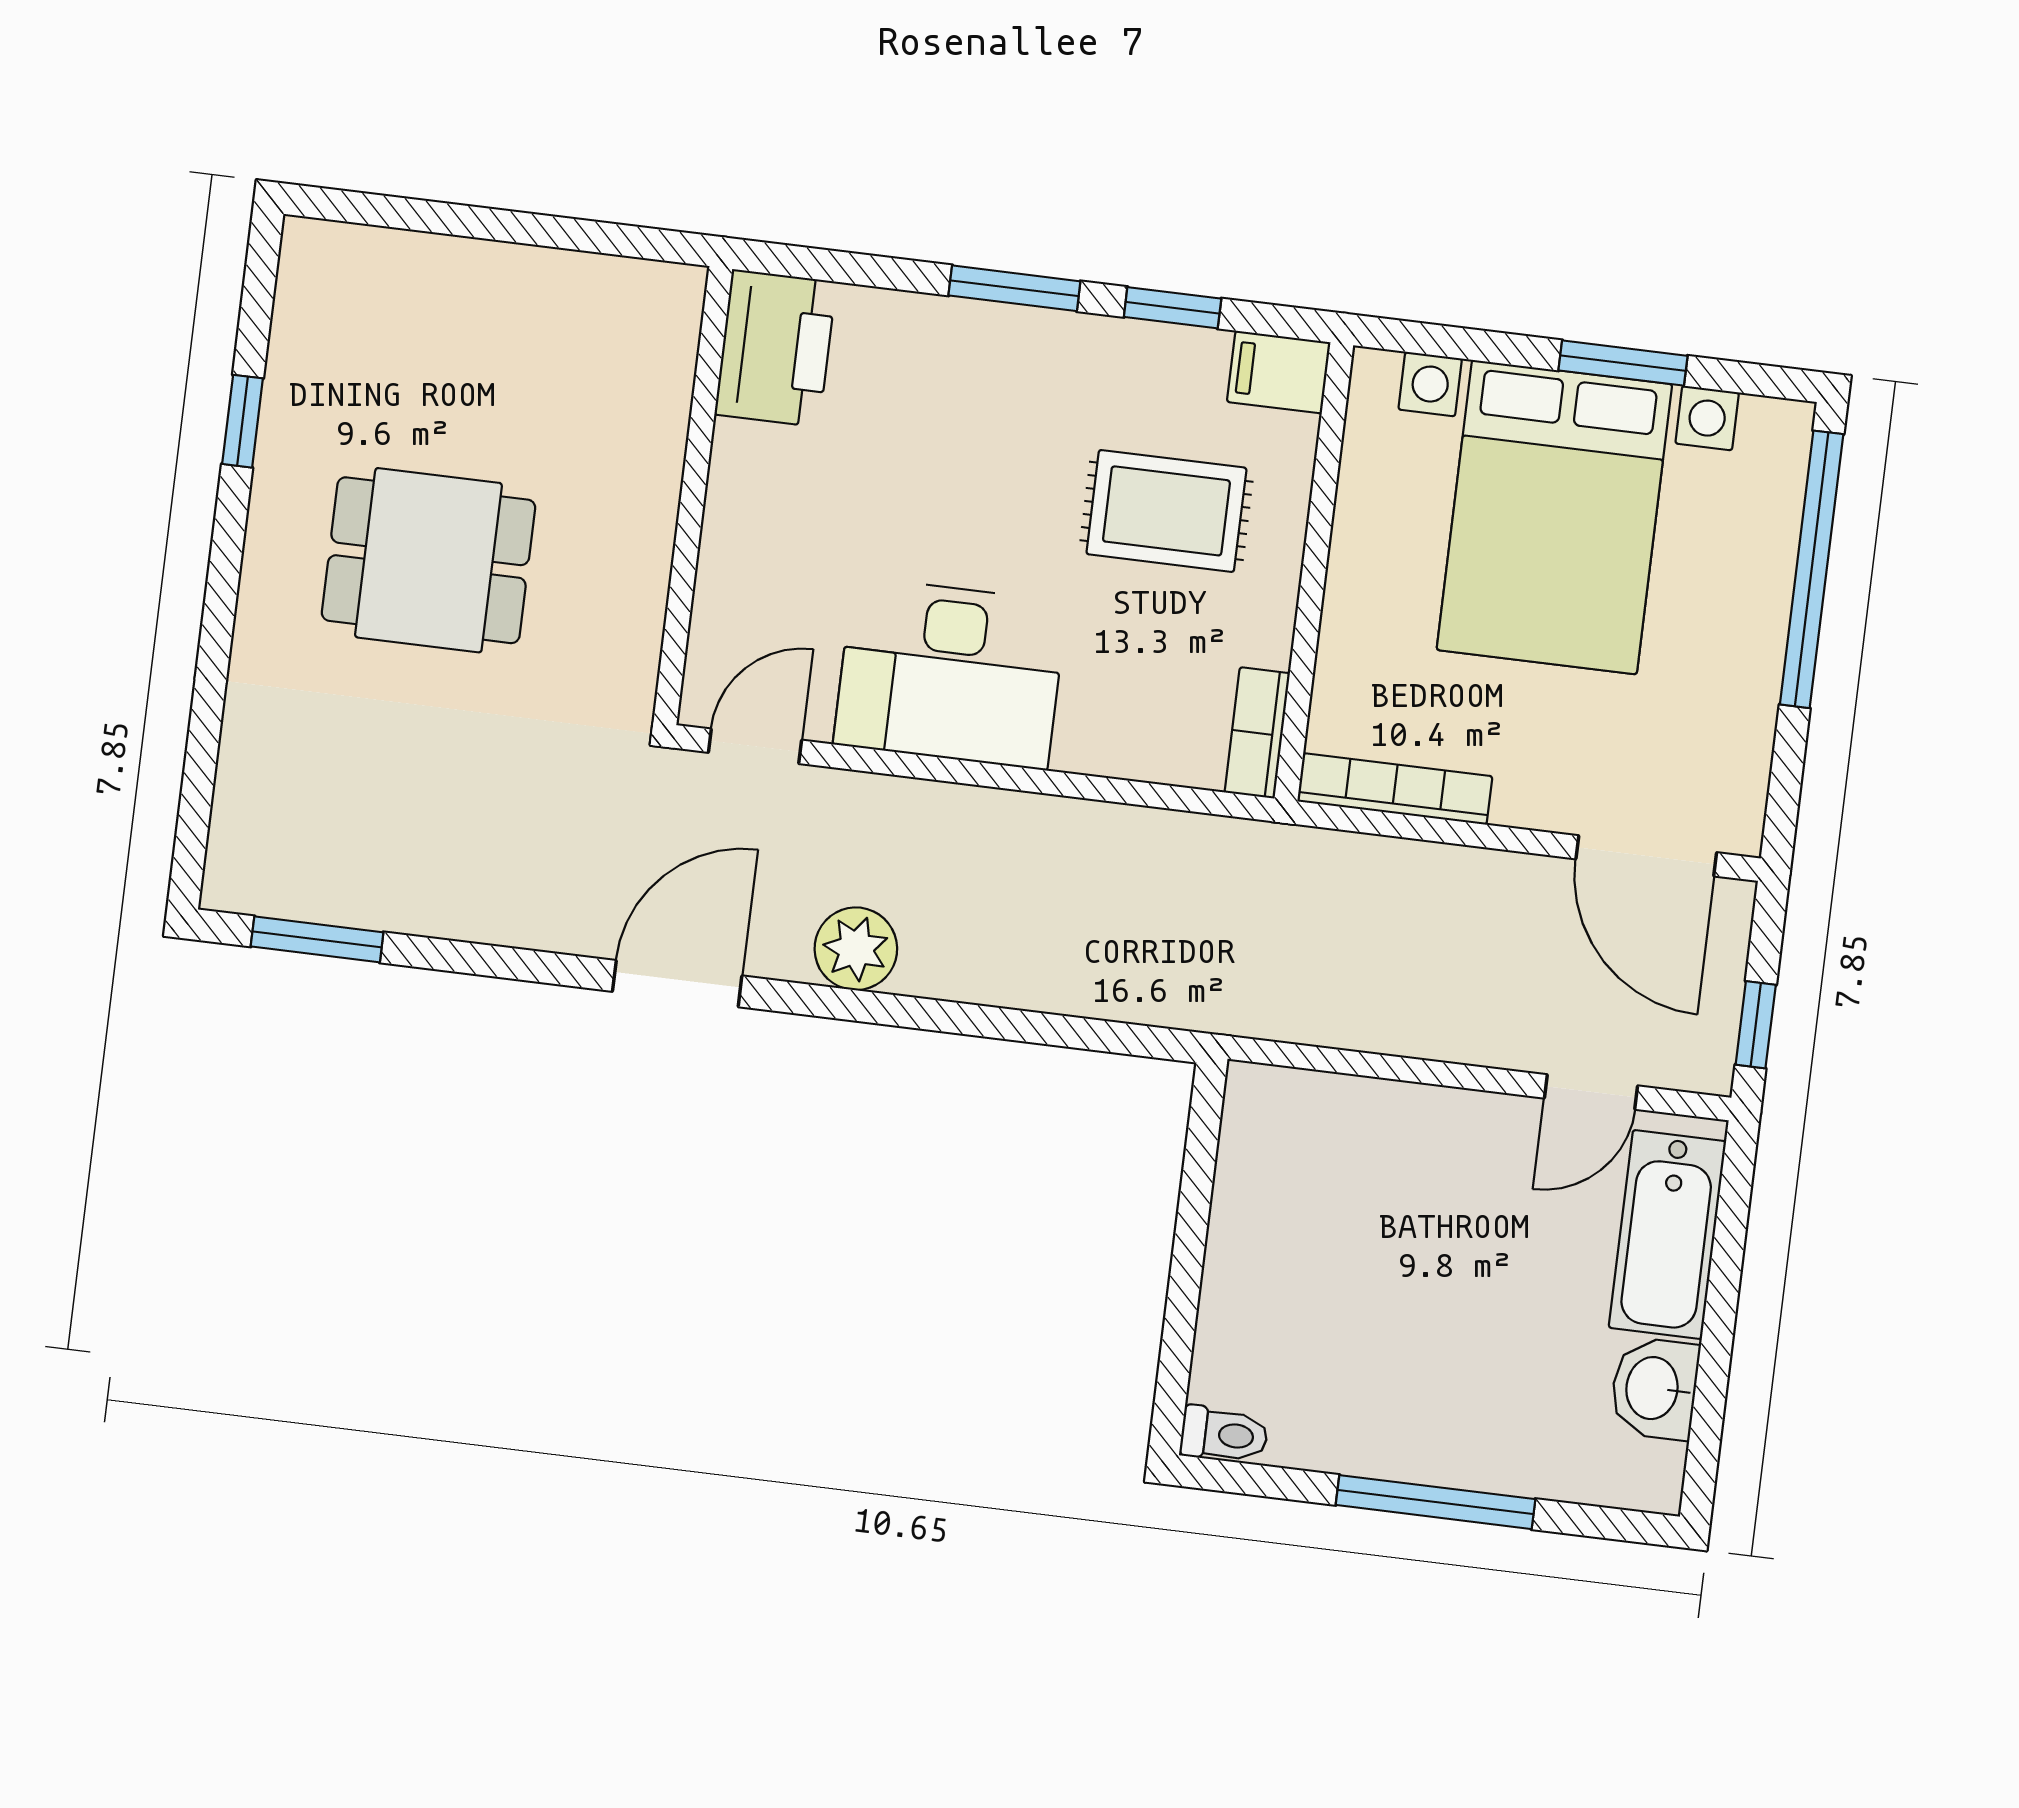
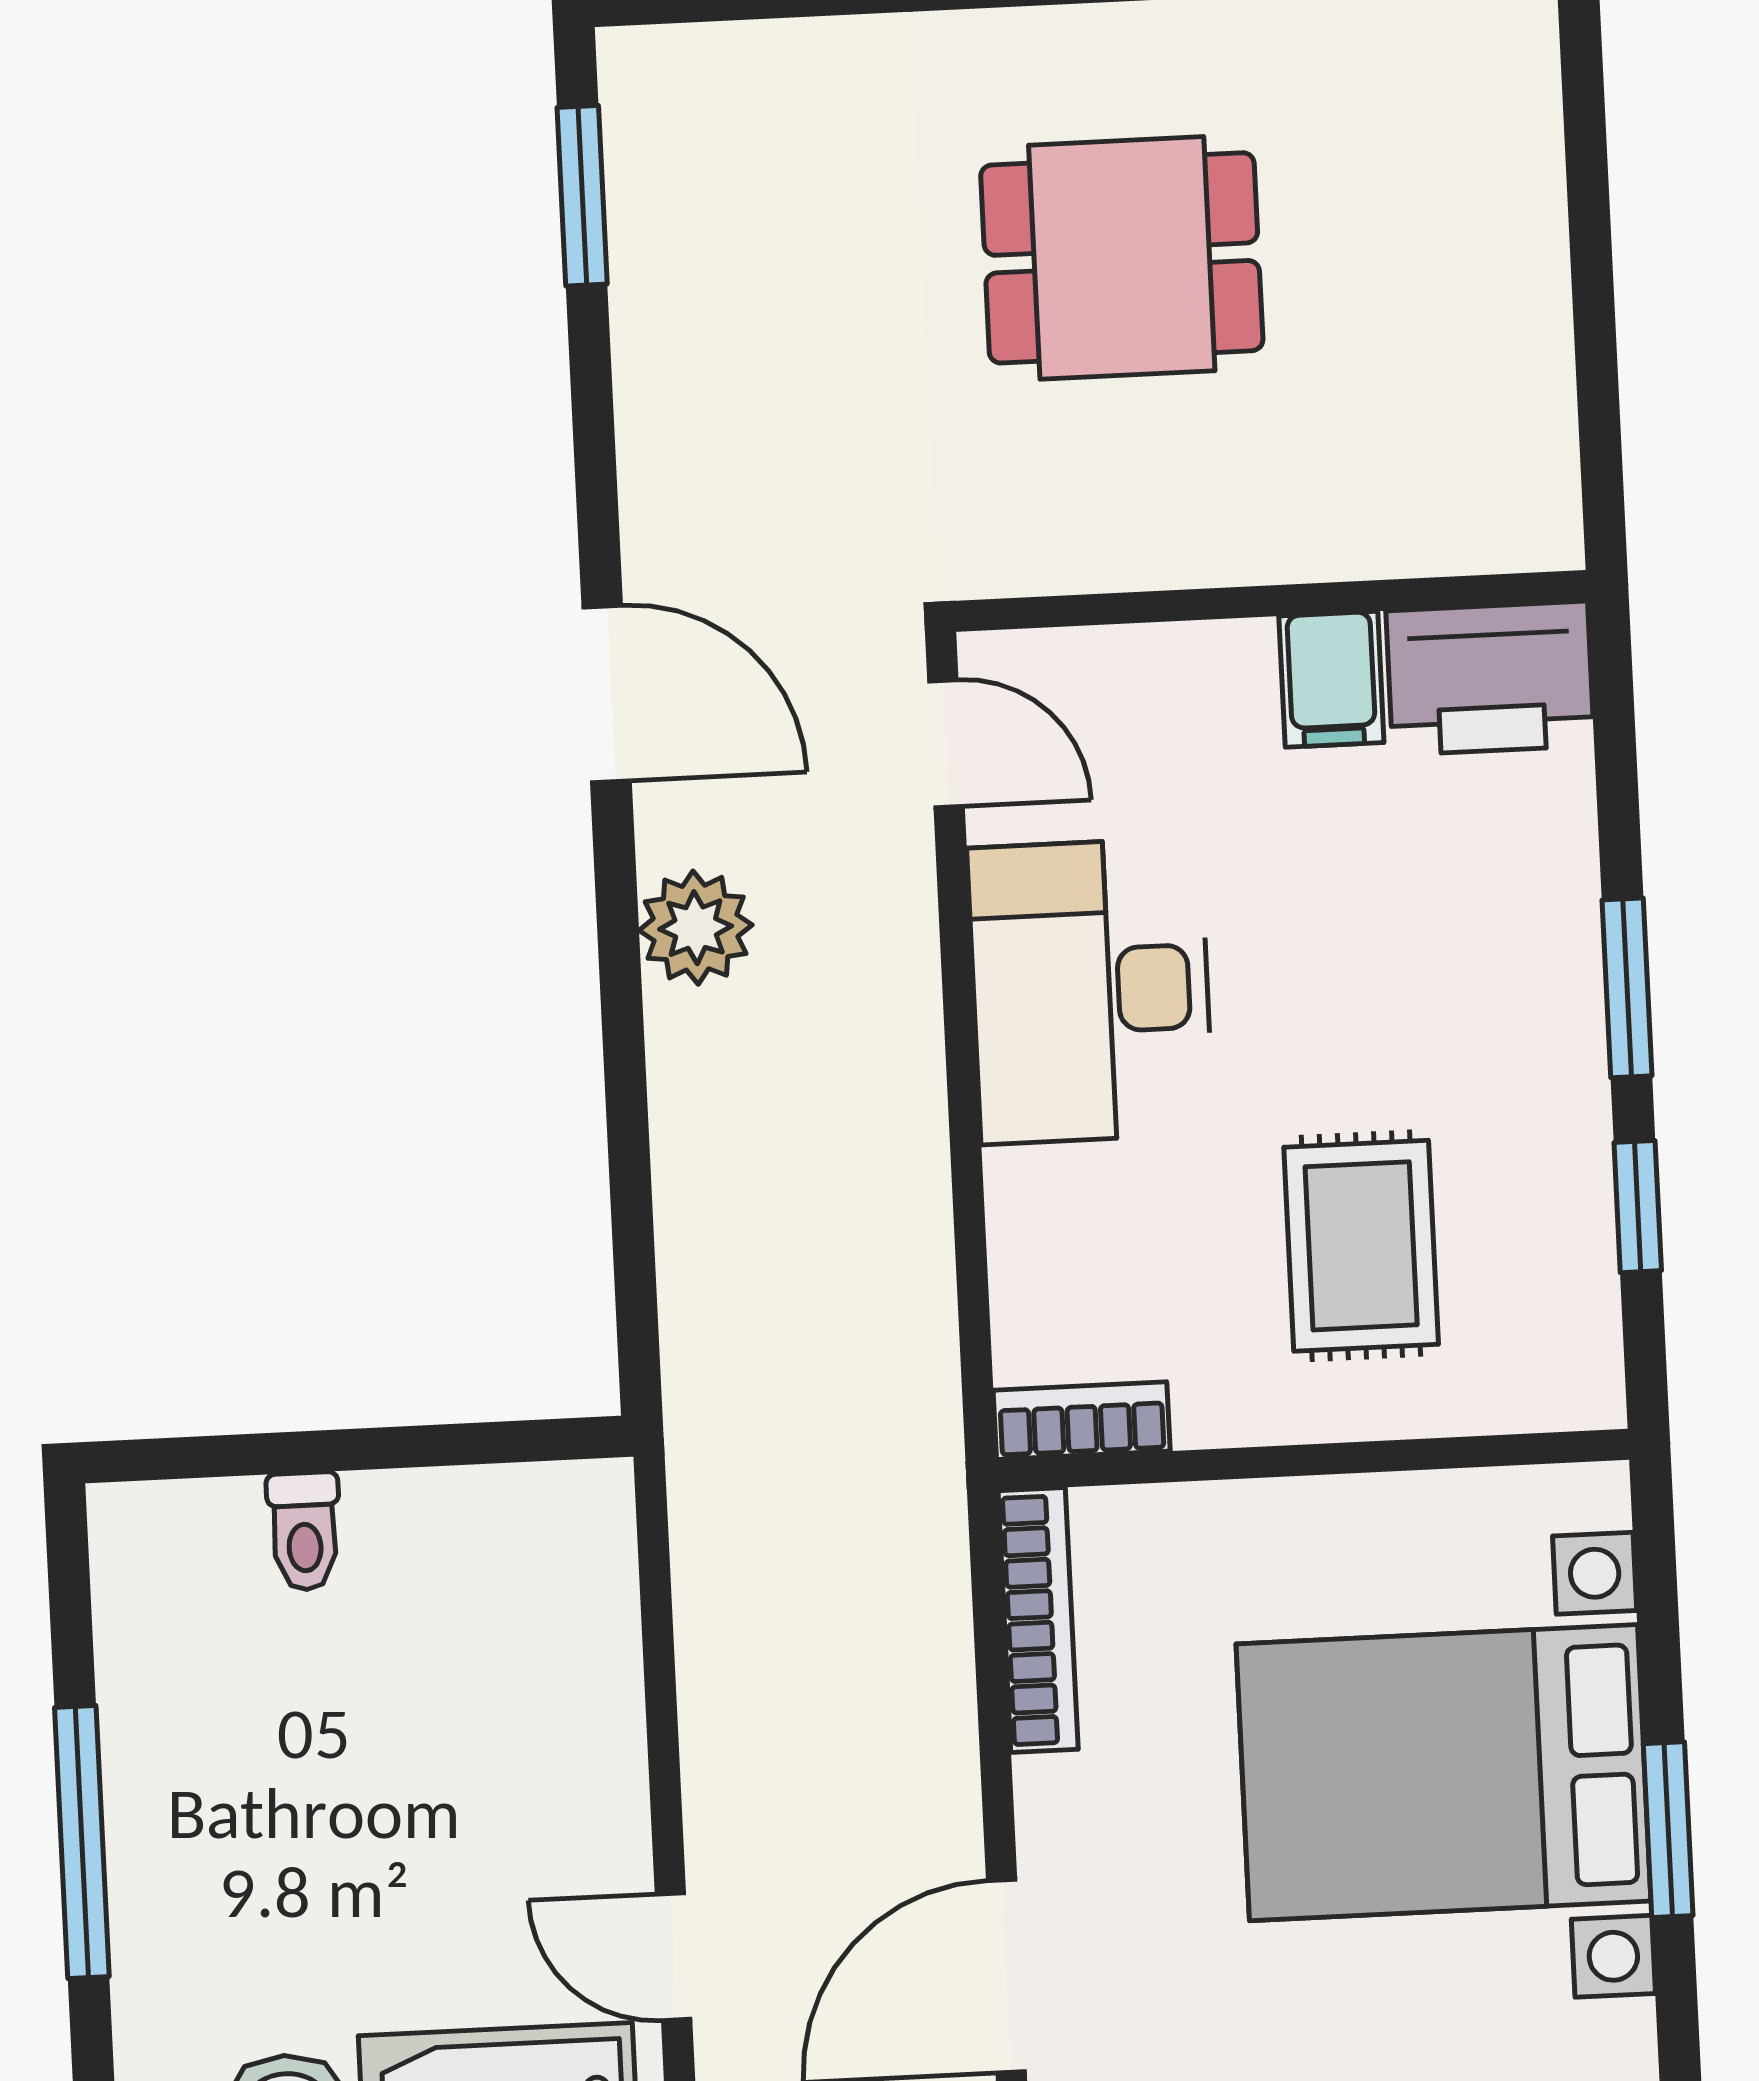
filing cabinet: (1279, 372) -> (1331, 679), moved, turned 180
dining table: (428, 560) -> (1122, 258), turned 90
toilet: (1224, 1435) -> (304, 1531), moved

